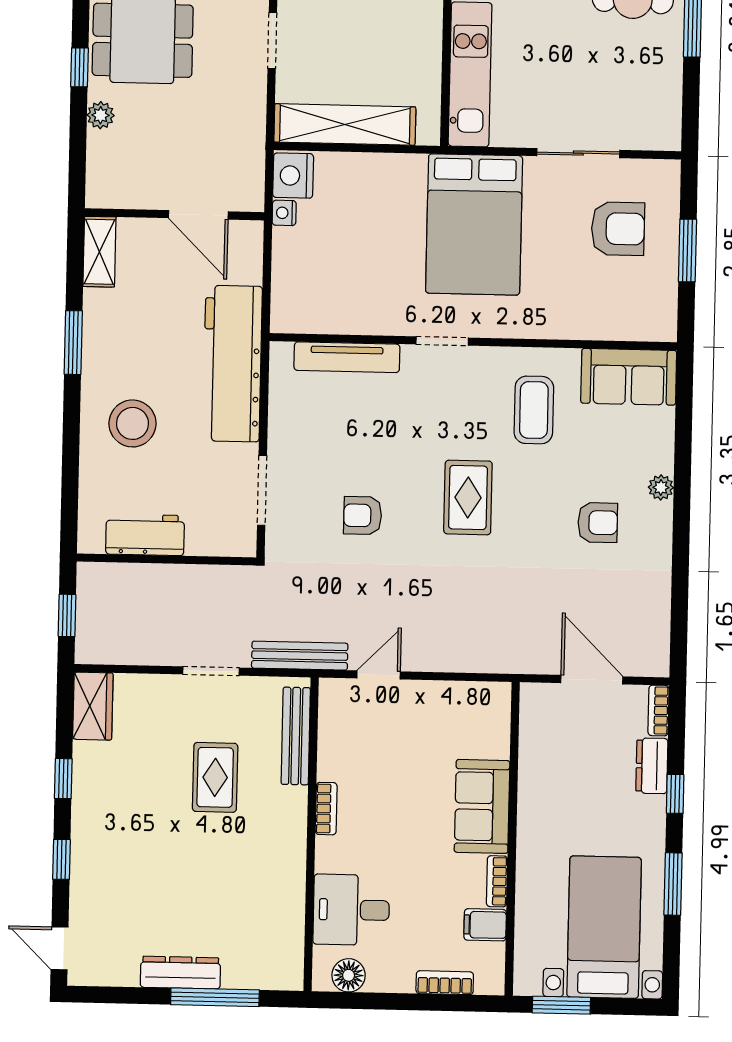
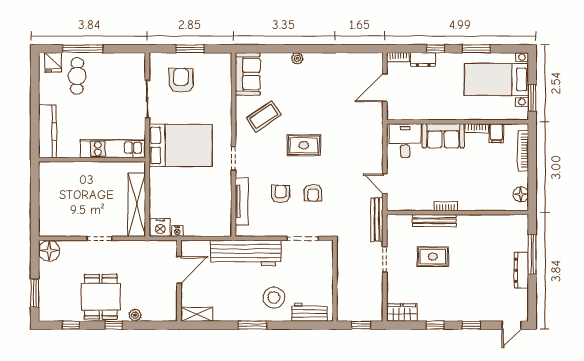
window: (73, 343) -> (252, 325), moved
coffee table: (534, 410) -> (264, 116), turned -34
armchair: (598, 523) -> (281, 194), moved
workbench: (145, 535) -> (309, 312), moved, turned 90
bench: (296, 736) -> (434, 221), moved
desk: (351, 910) -> (405, 141), moved, turned 180
bookcase: (445, 983) -> (523, 151), width x1.56

